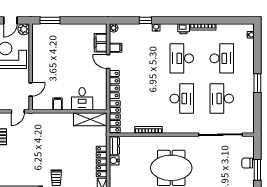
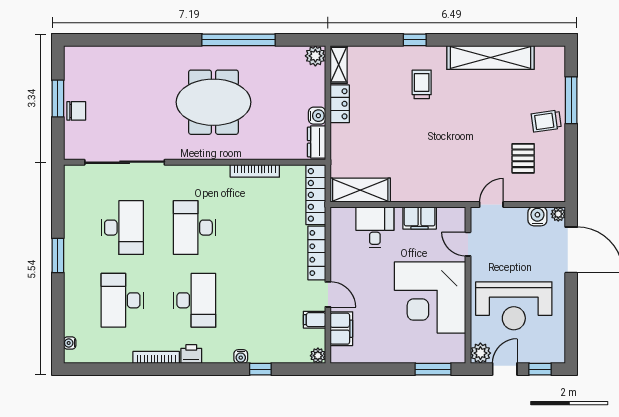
corner desk: (52, 60) -> (430, 297), added
door: (31, 89) -> (468, 244), hinge flipped
filing cabinet: (57, 104) -> (420, 218), width x2.00
locker: (102, 161) -> (340, 104), width x0.66

